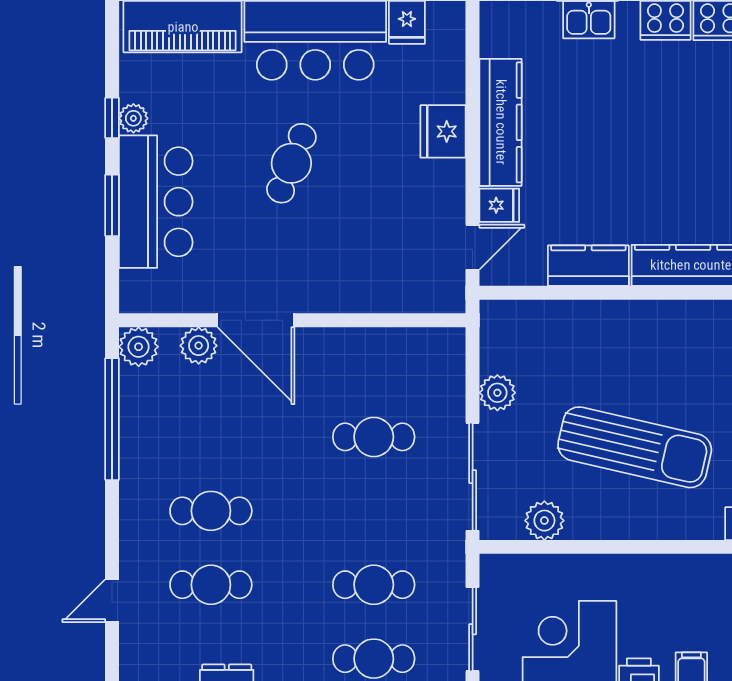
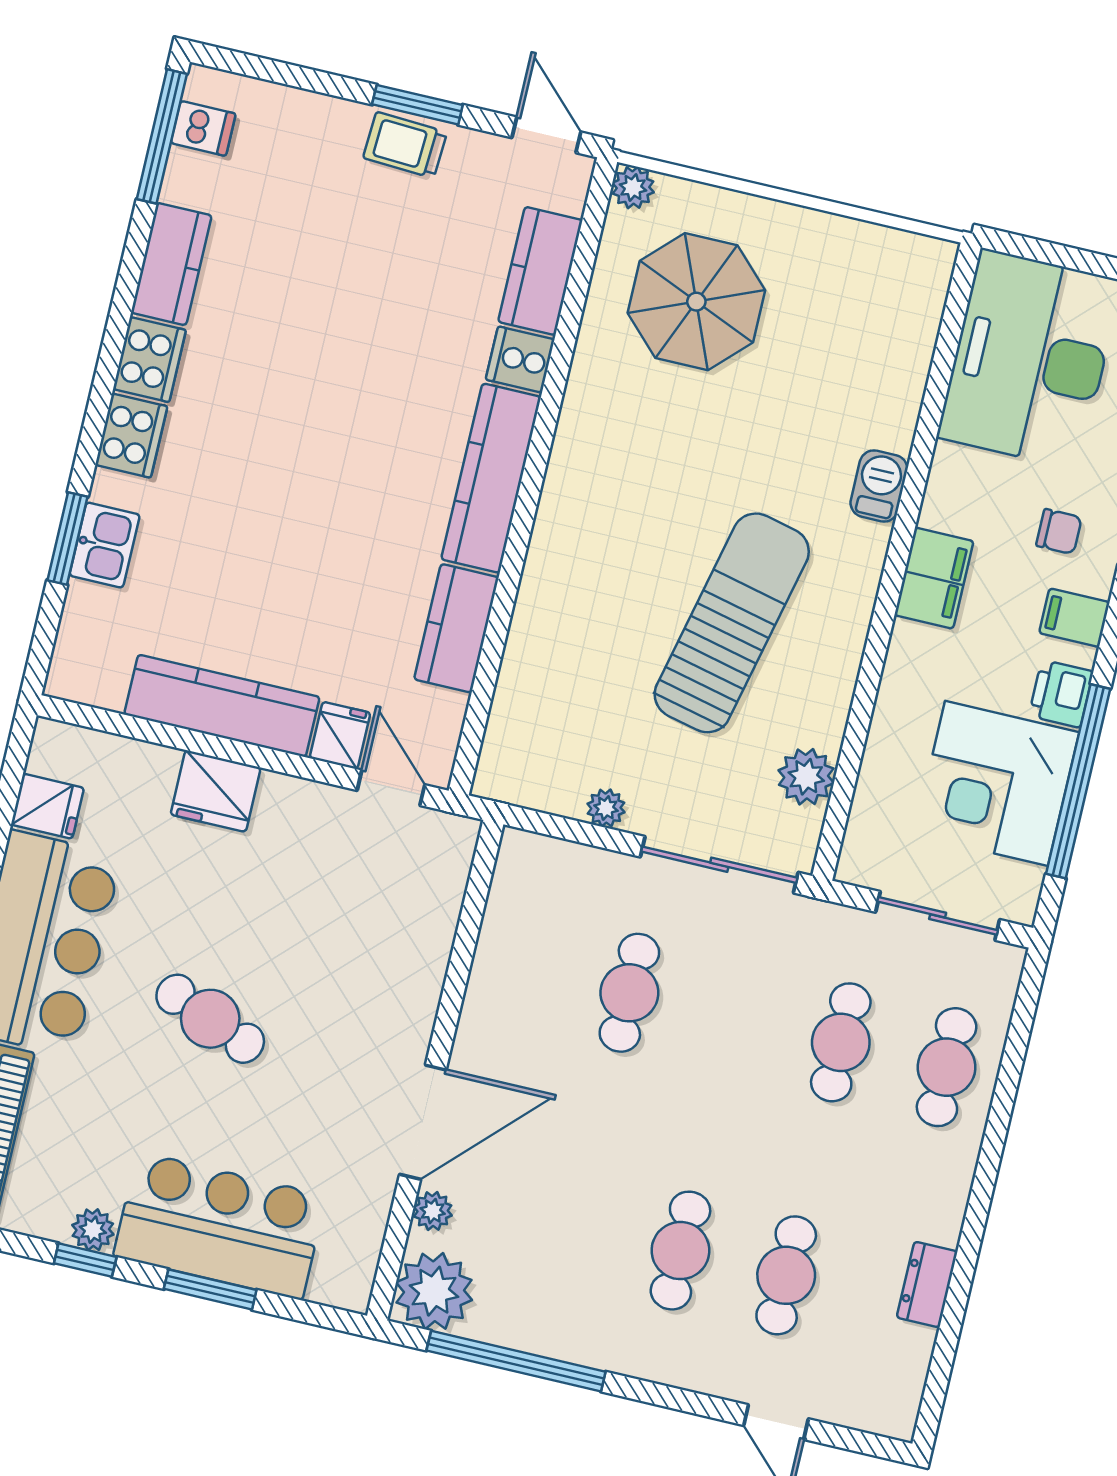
plant: (199, 346) -> (433, 1211), width x0.73, depth x0.73
plant: (139, 347) -> (434, 1291), width x1.36, depth x1.36
plant: (497, 393) -> (606, 808), width x0.73, depth x0.73
filing cabinet: (696, 574) -> (934, 578), added

